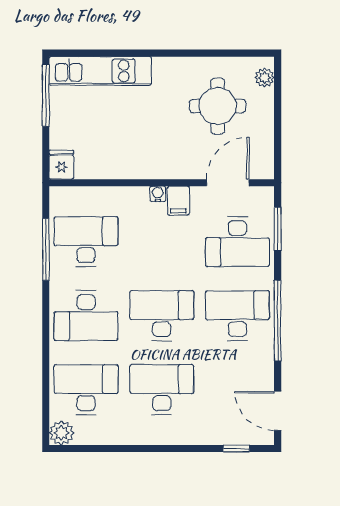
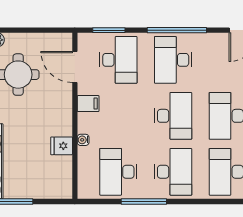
fridge: (61, 165) -> (62, 146), moved
water cooler: (158, 194) -> (83, 140), moved
window: (46, 249) -> (144, 202), moved
desk: (162, 316) -> (173, 116), turned 180

